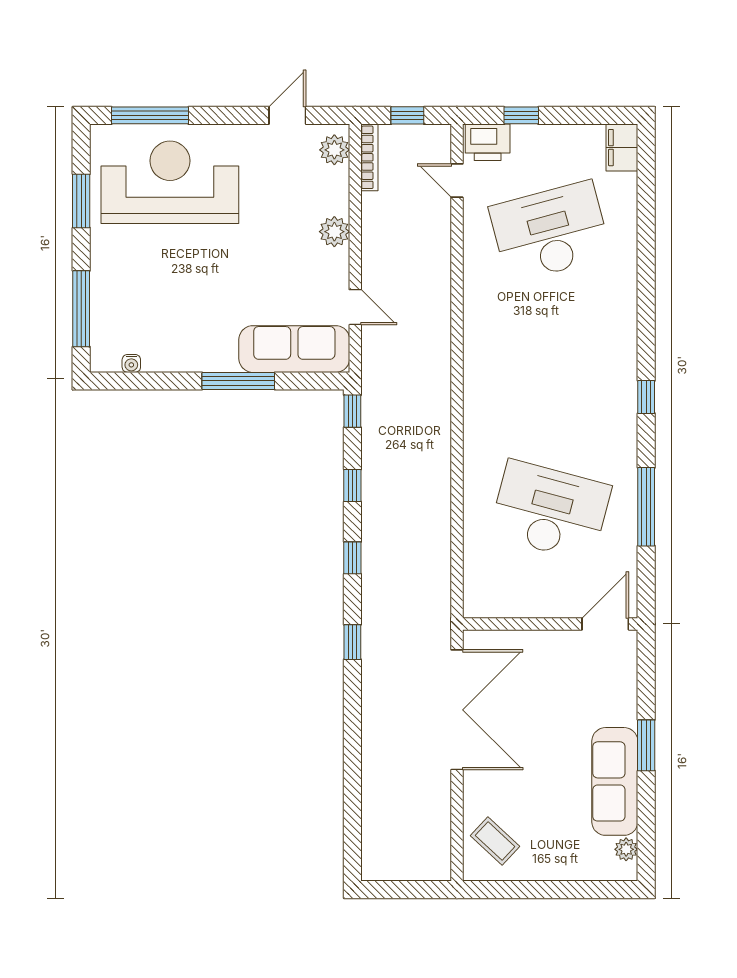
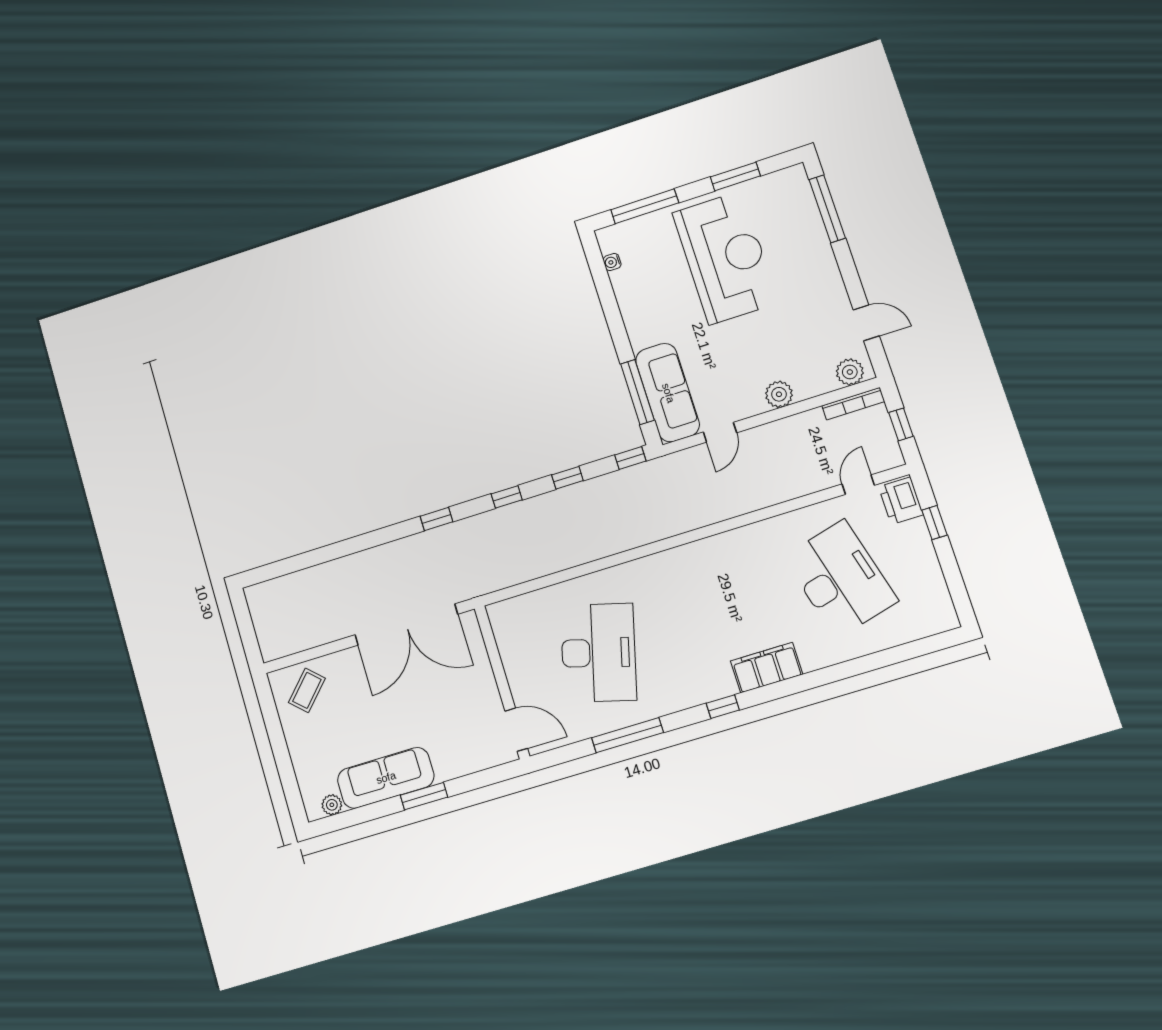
filing cabinet: (622, 148) -> (767, 668), moved, width x1.50, depth x1.17
reception desk: (170, 182) -> (725, 258), moved
window: (238, 381) -> (637, 392), moved

